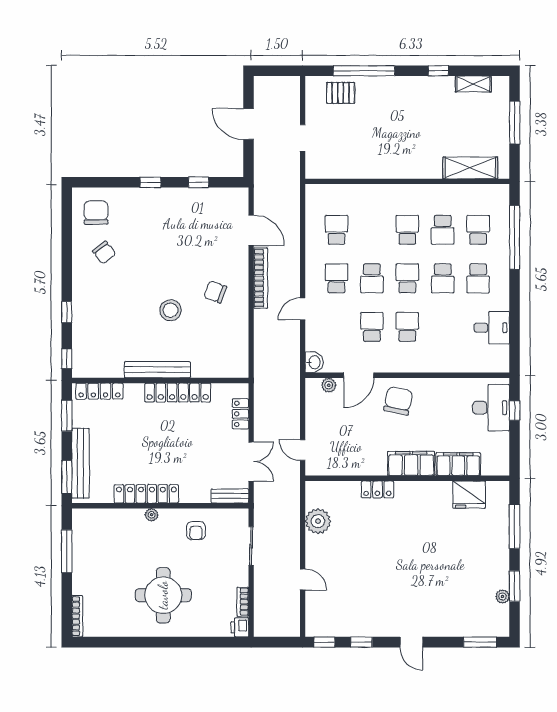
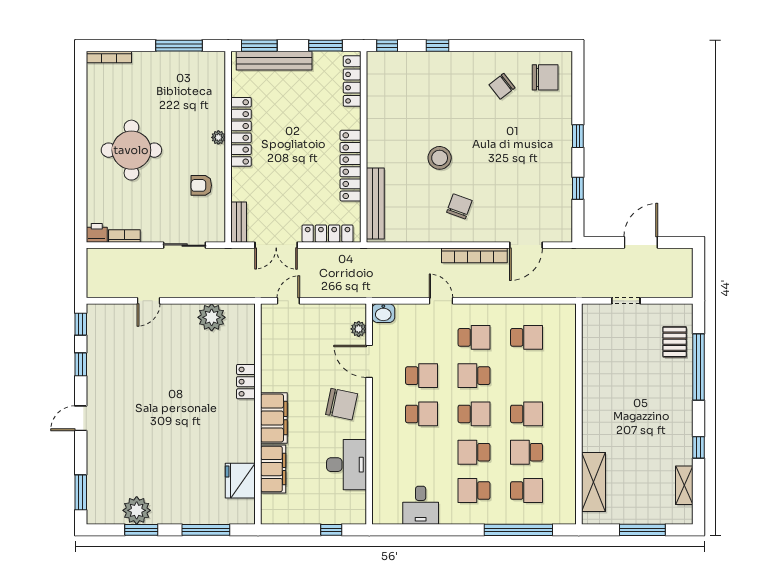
bench: (157, 370) -> (375, 204), moved
desk: (491, 408) -> (347, 465), moved, turned -90
locker: (240, 414) -> (328, 234), width x1.53
plant: (503, 596) -> (137, 510), width x1.88, depth x1.88

